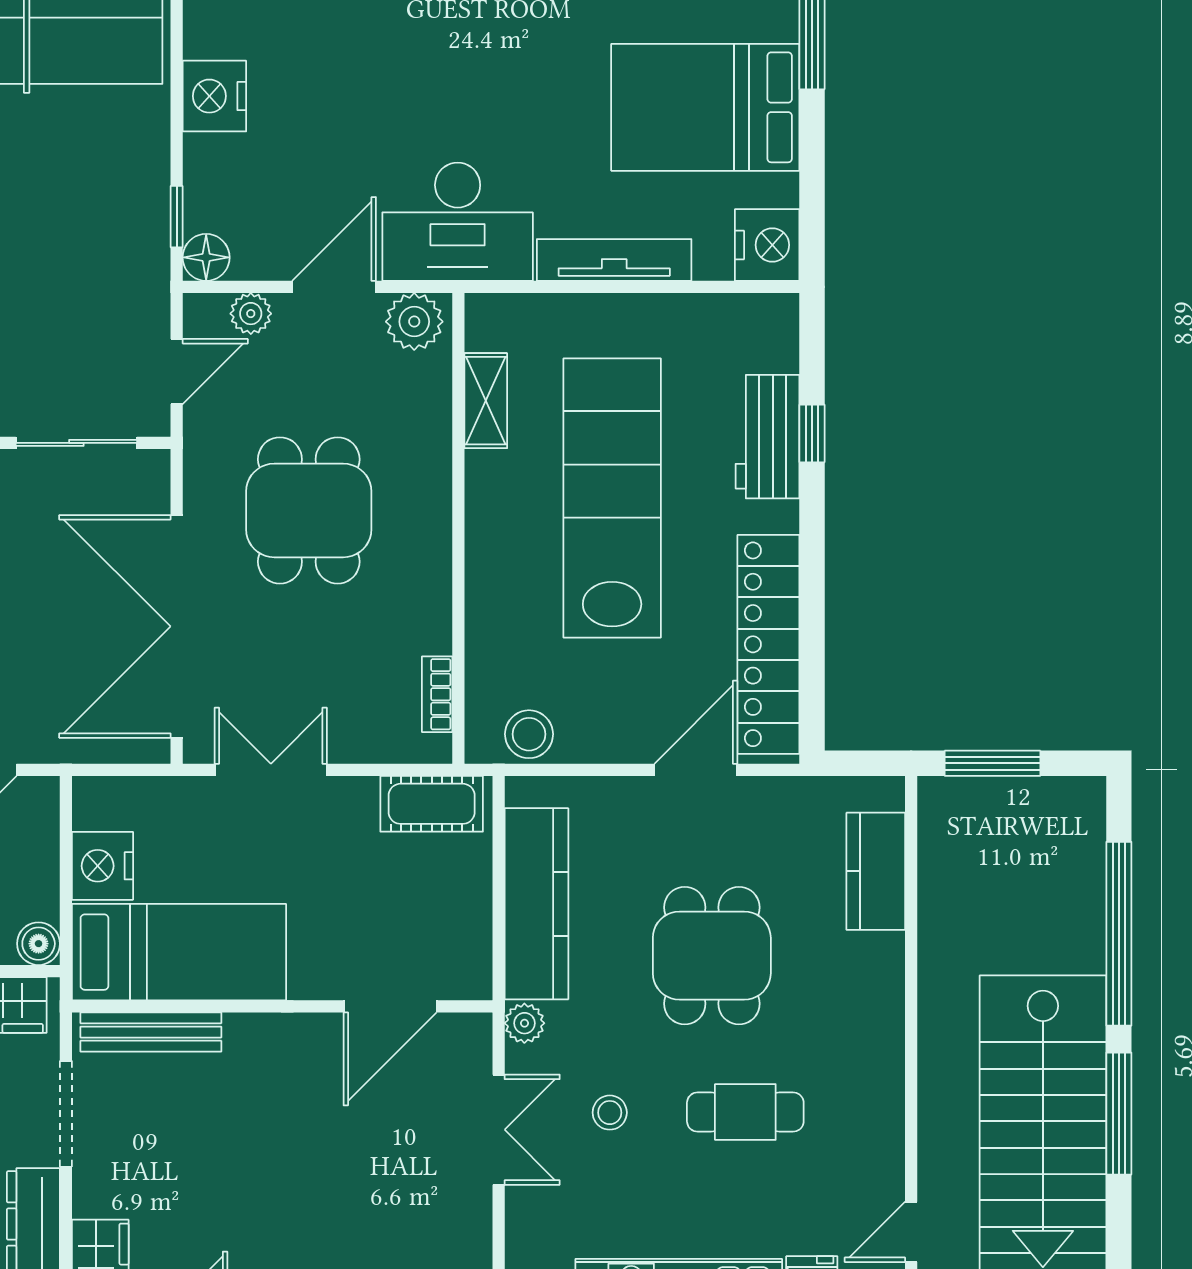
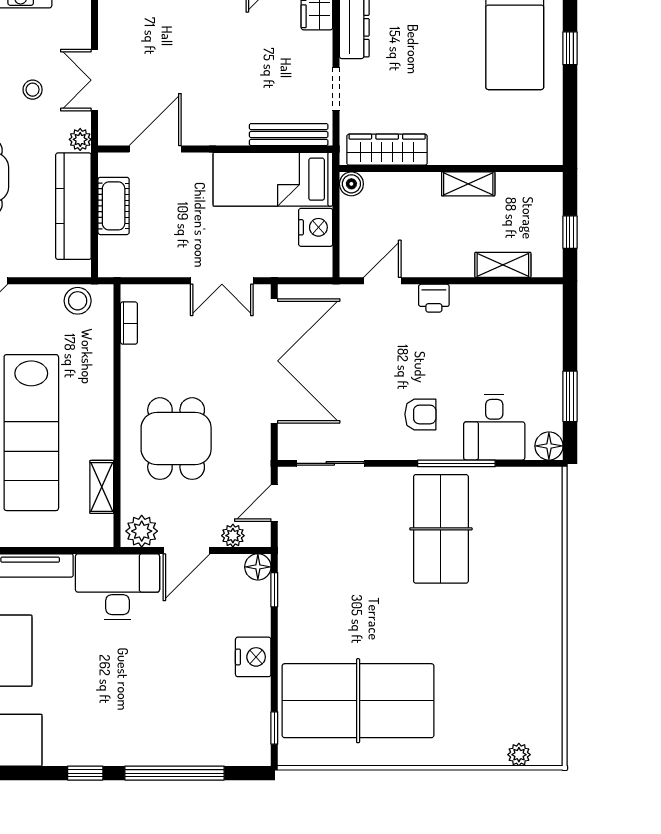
dining table: (309, 510) -> (176, 439), moved
cot: (432, 804) -> (114, 206), moved, turned 90
doorway: (66, 1114) -> (336, 89), width x0.73

